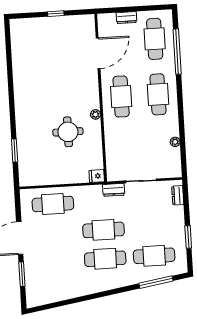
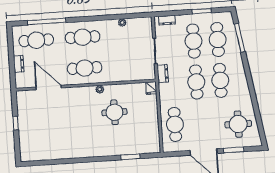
cafe table: (152, 227) -> (194, 41), added
round table: (53, 280) -> (238, 124), added

